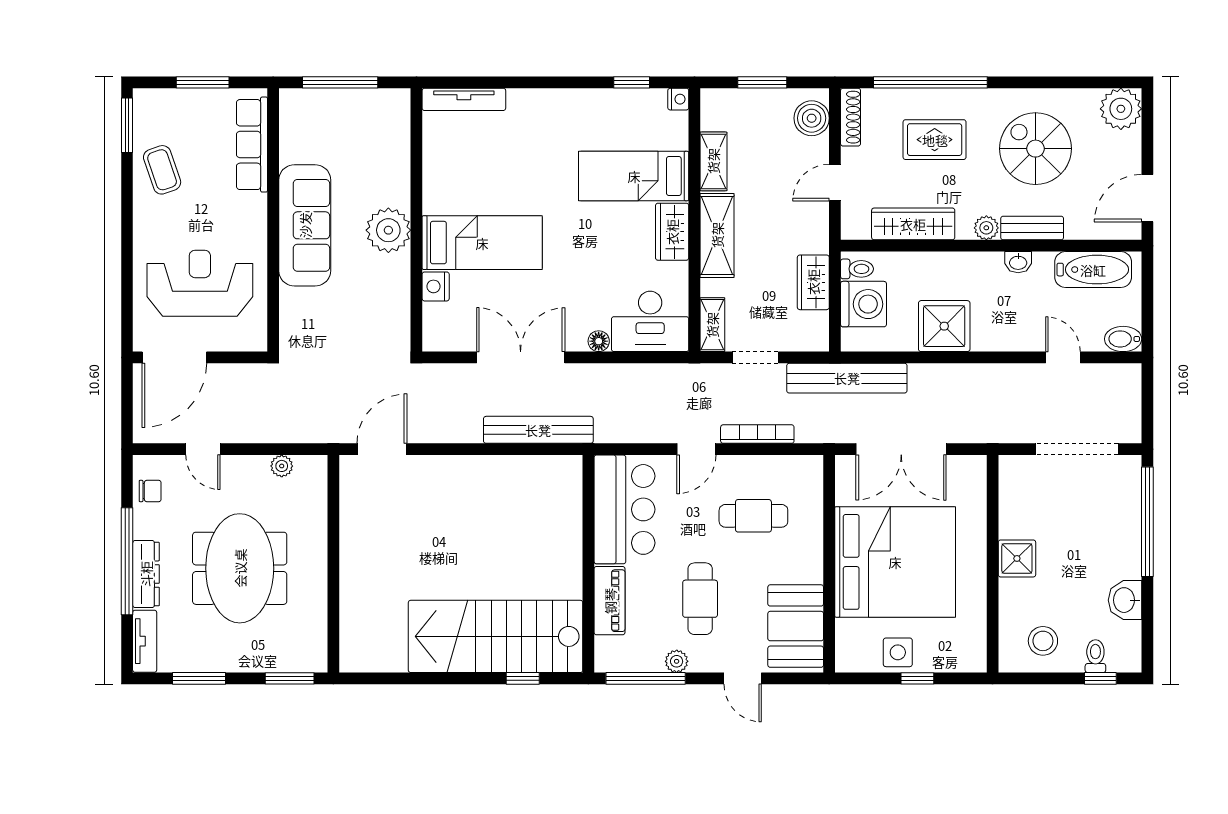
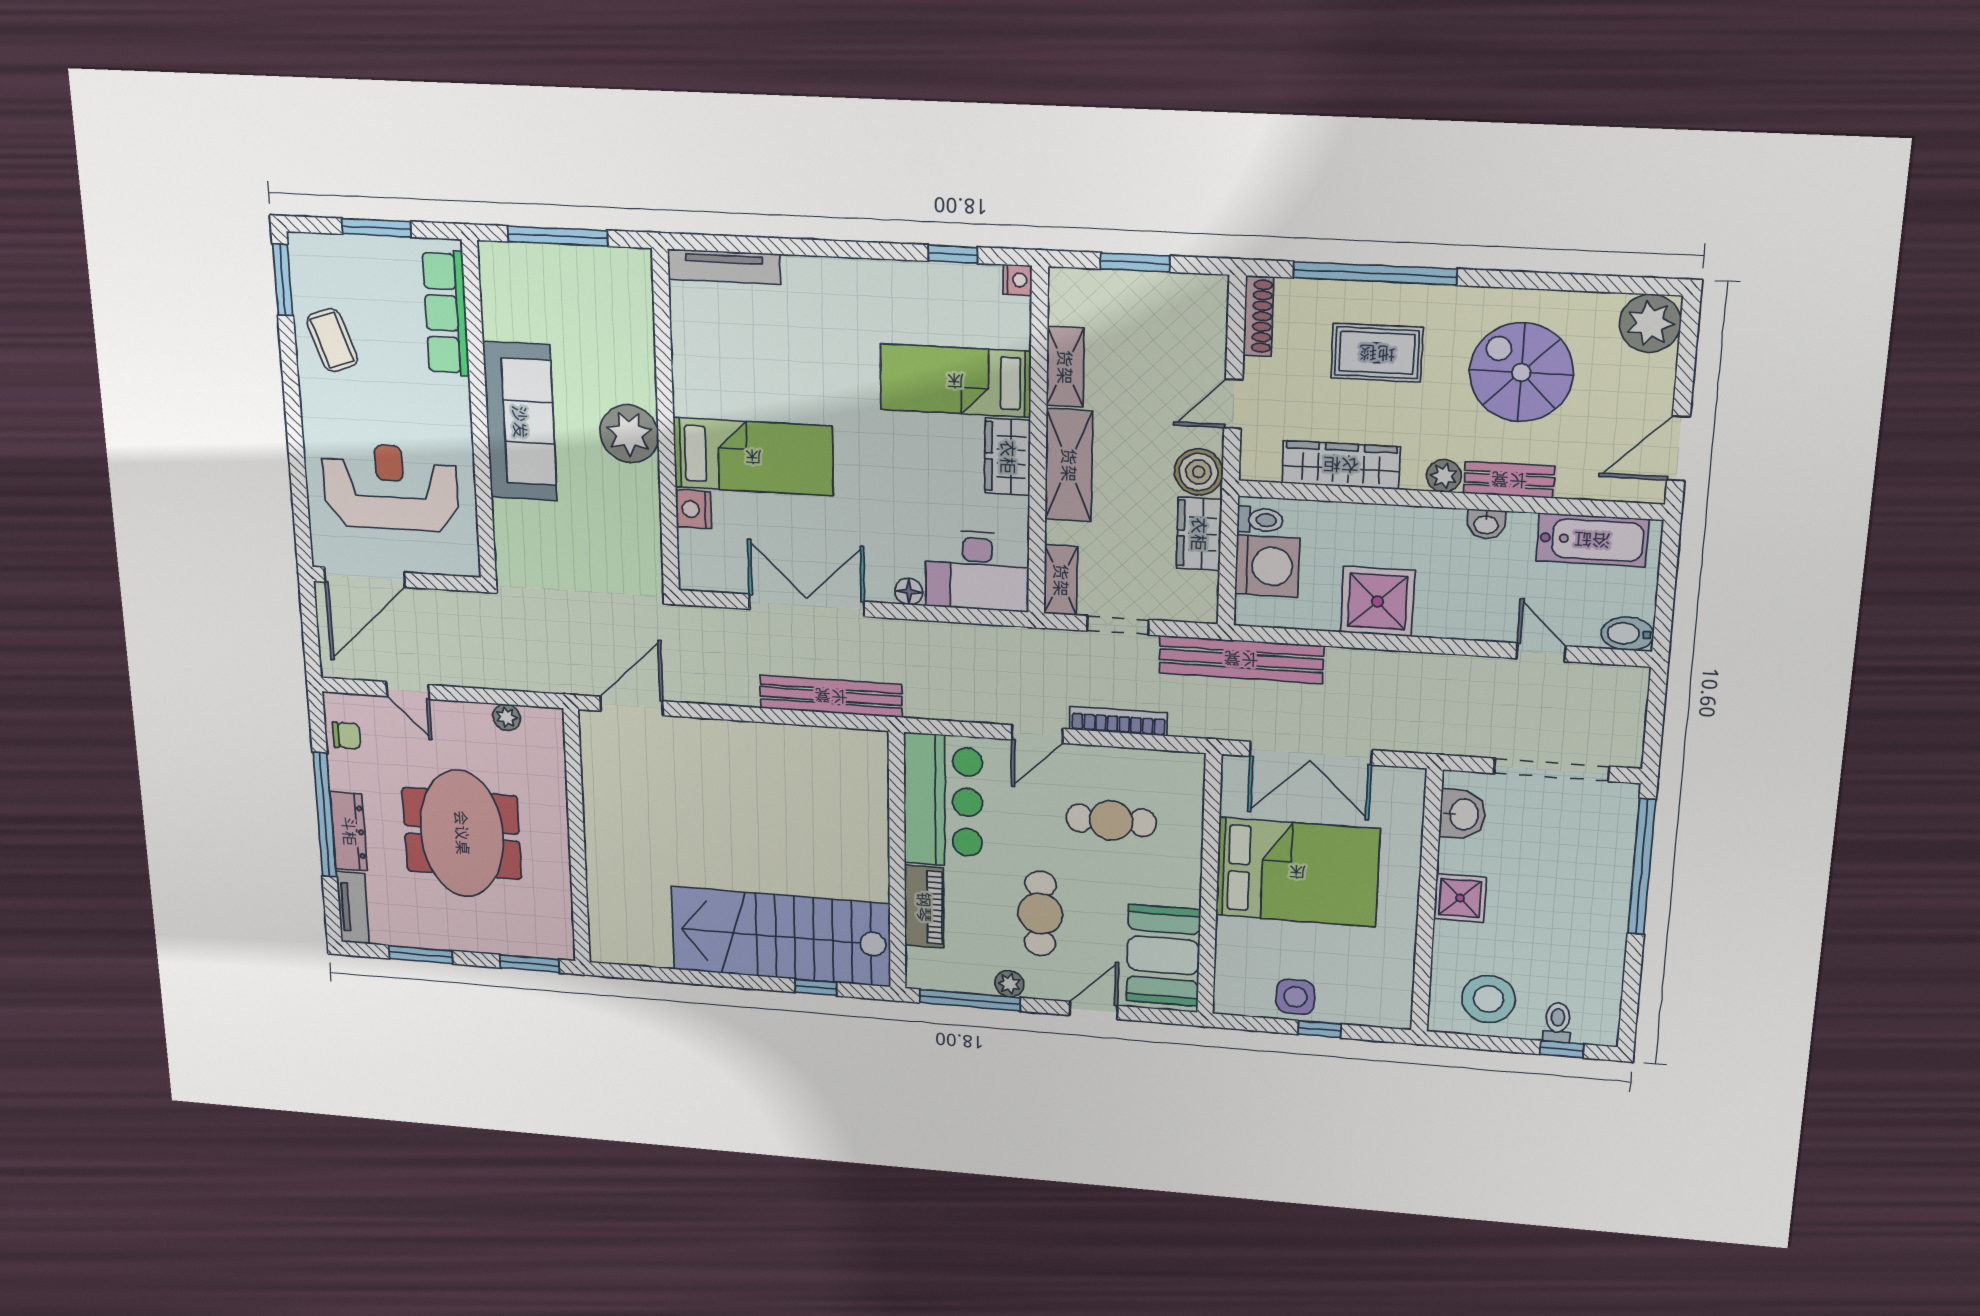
boiler: (812, 118) -> (1199, 472), moved
bed: (895, 562) -> (1297, 872), width x0.73
washbasin: (1125, 600) -> (1463, 814), moved, turned 180
stool: (1043, 641) -> (1488, 999), width x1.38, depth x1.38
door: (743, 678) -> (1094, 1010), swing flipped

